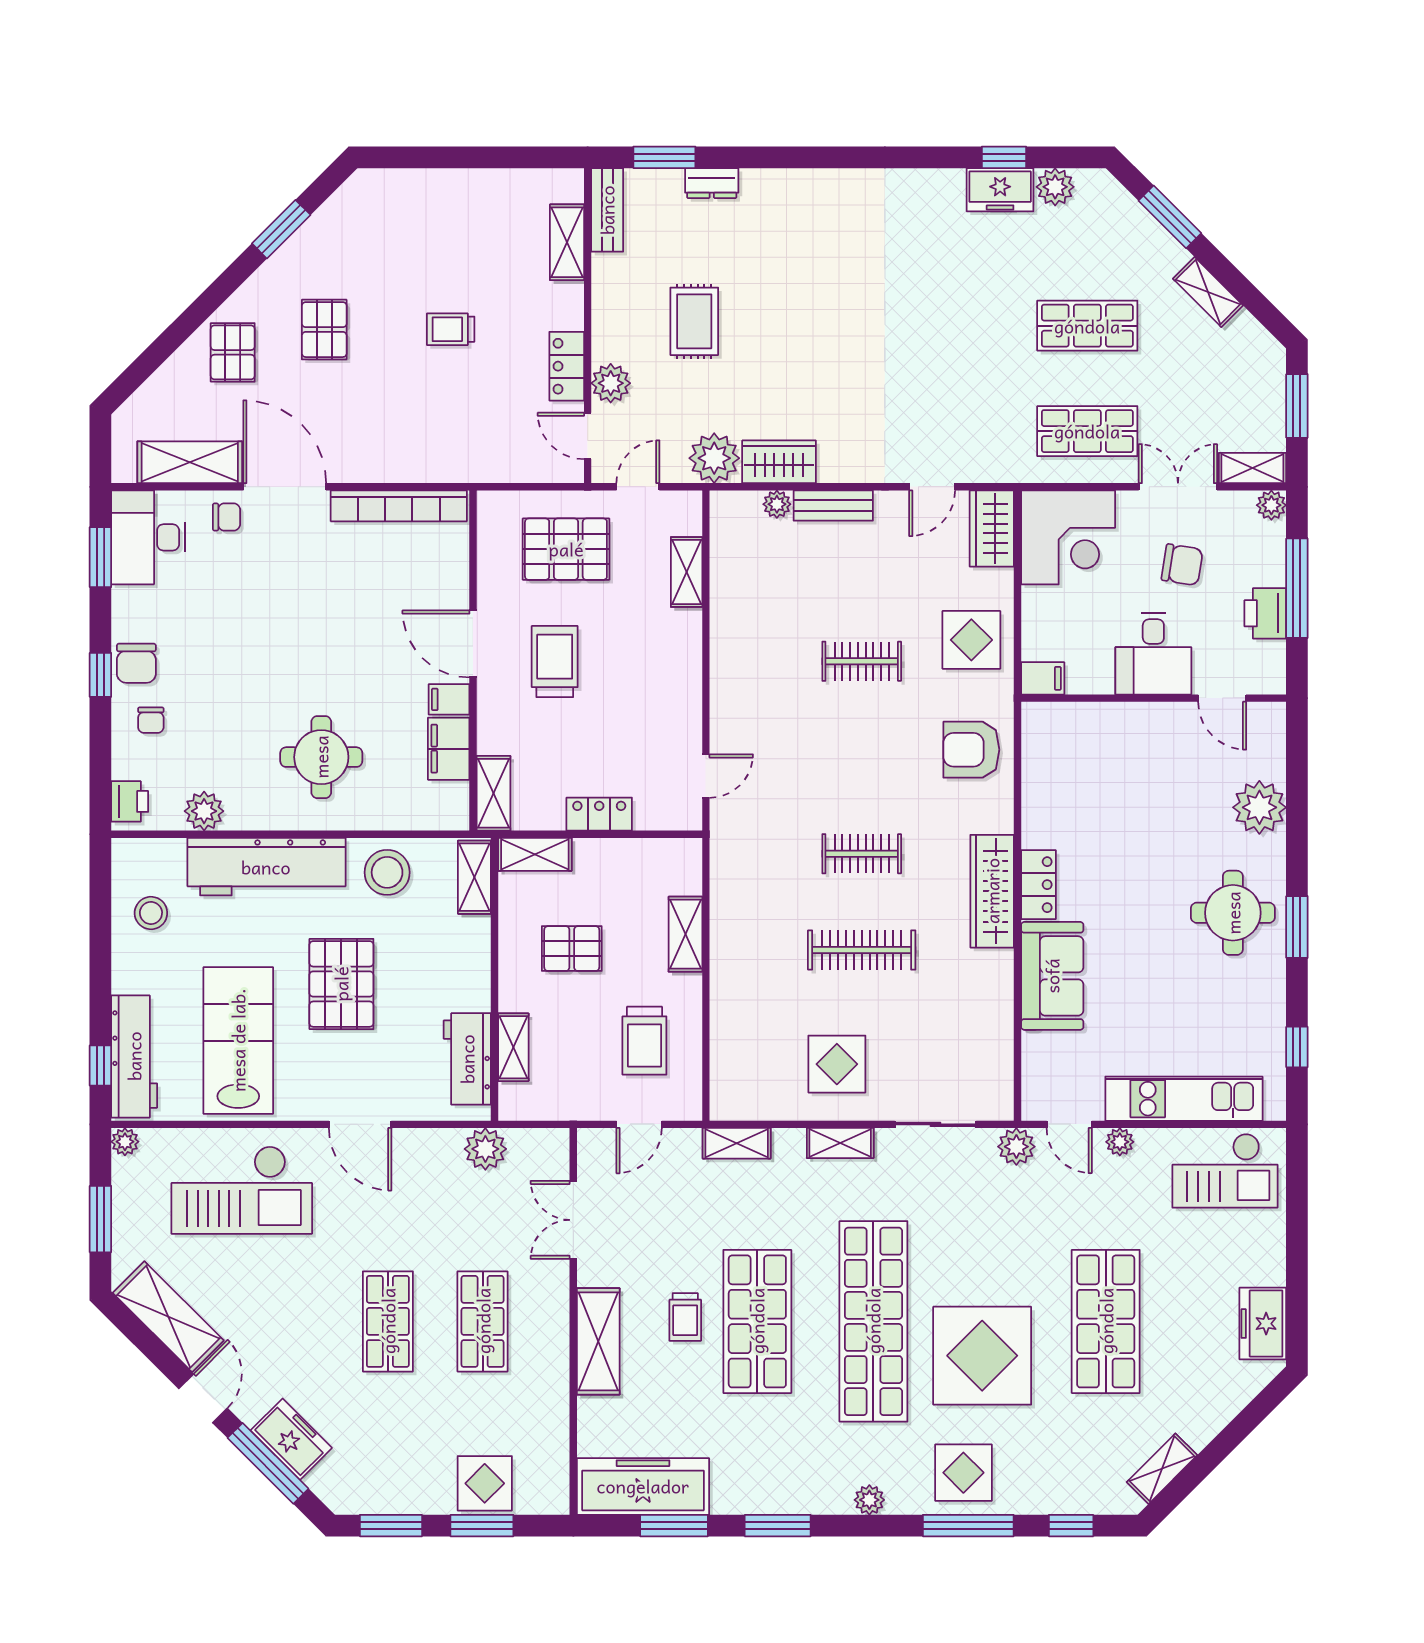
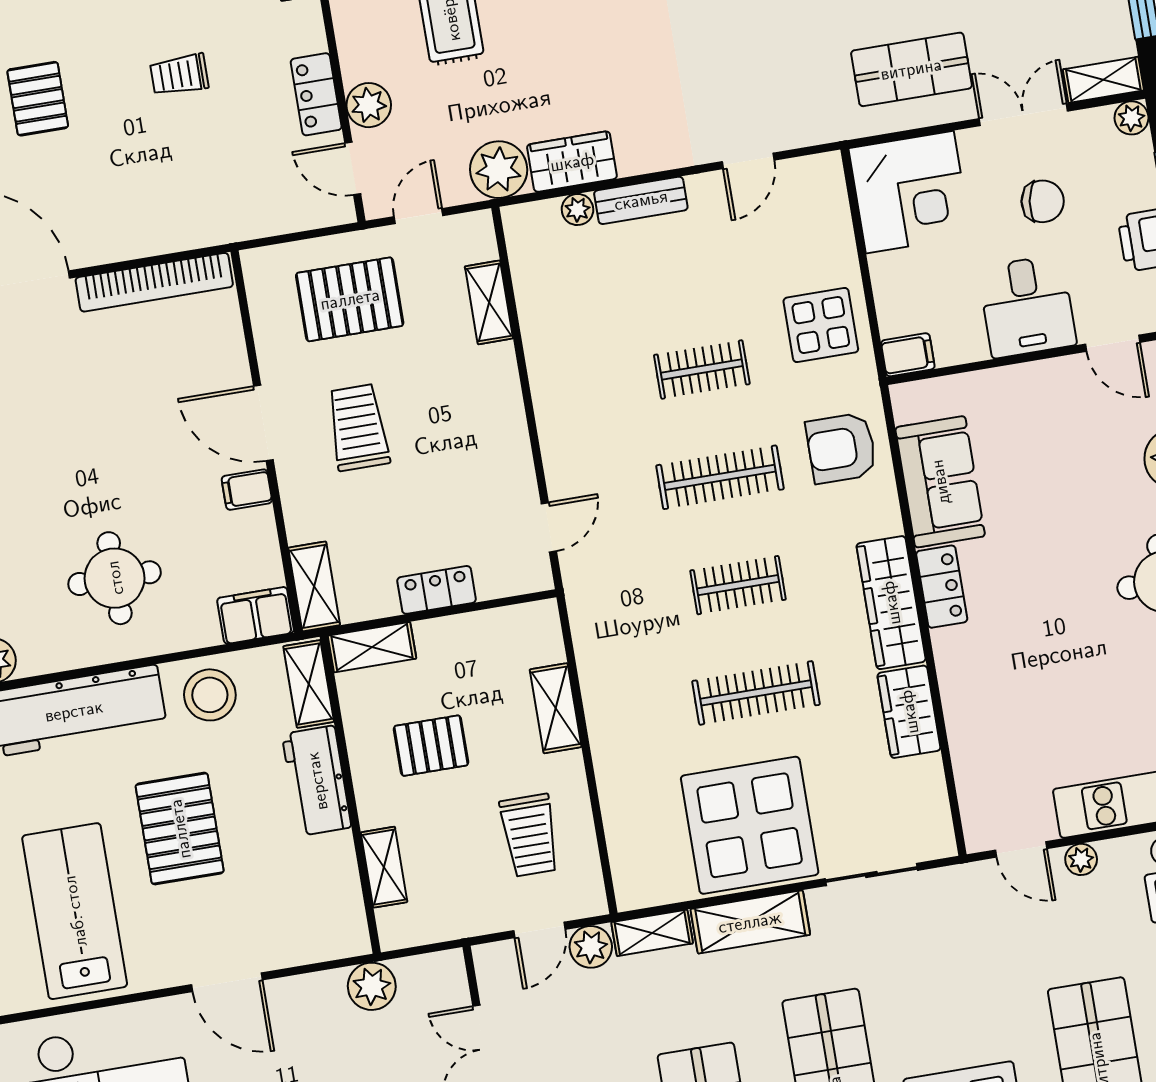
wardrobe: (992, 529) -> (909, 712), moved
filing cabinet: (449, 749) -> (256, 615), moved, turned 90
clothes rail: (862, 757) -> (720, 477), added
sofa: (1052, 976) -> (940, 482), moved
workbench: (467, 1059) -> (317, 781), moved
display table: (837, 1064) -> (750, 825), width x1.86, depth x1.86
shelving: (840, 1143) -> (750, 922), width x1.50, depth x1.33
plant: (1016, 1147) -> (591, 947), moved

